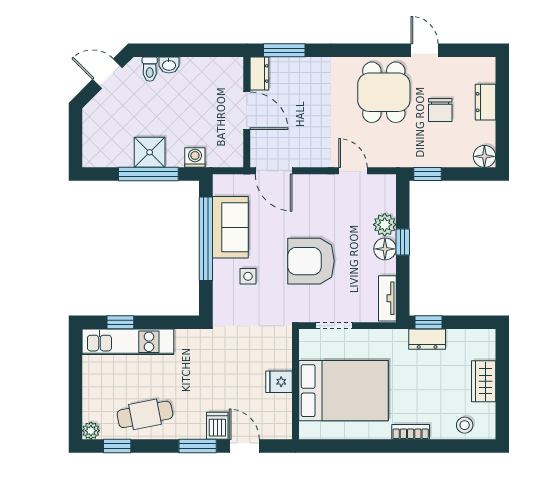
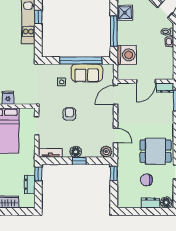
shower: (150, 152) -> (125, 13), moved
floor lamp: (484, 156) -> (166, 202), moved
washing machine: (195, 157) -> (127, 55), width x1.89, depth x1.89
door: (353, 171) -> (116, 135), hinge flipped
plant: (385, 225) -> (106, 152), moved
armchair: (311, 261) -> (69, 114), width x0.53, depth x0.53
dresser: (427, 339) -> (30, 184), moved

